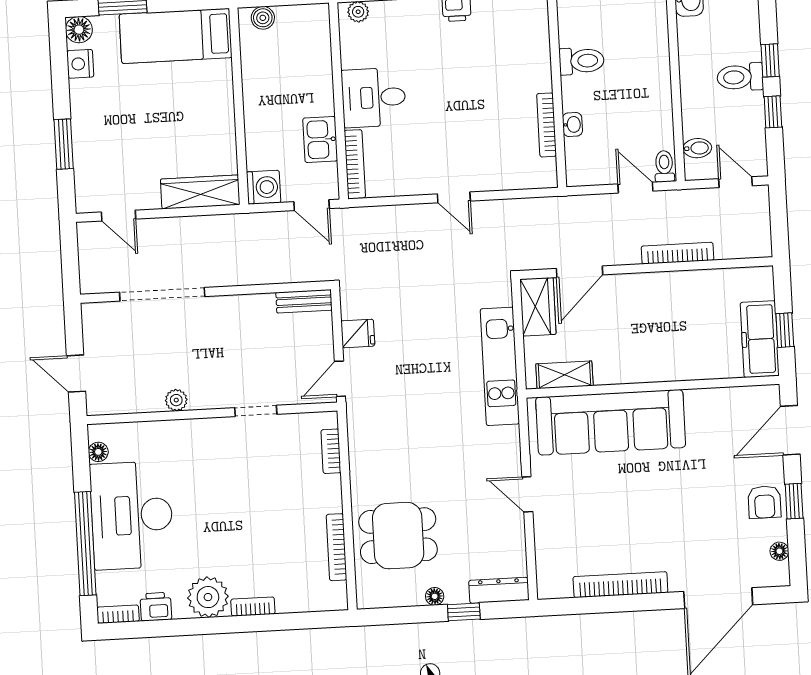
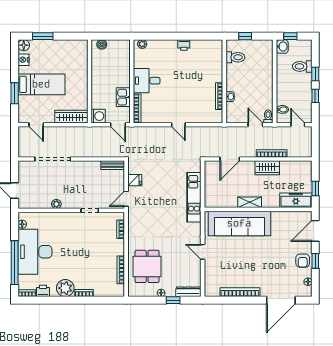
bed: (176, 36) -> (41, 84), moved, turned 180
toilet: (582, 61) -> (235, 57), moved
toilet: (740, 77) -> (302, 66), moved
wardrobe: (538, 307) -> (267, 168), moved, turned 90
freezer: (760, 339) -> (296, 200), moved, turned 90
shelving: (564, 375) -> (250, 202), moved
dining table: (398, 536) -> (147, 266), turned 90

